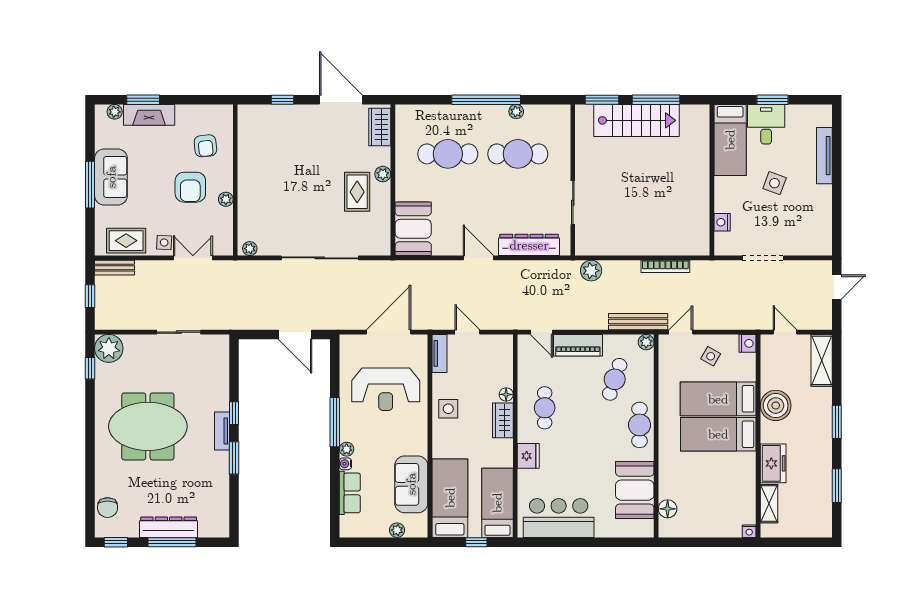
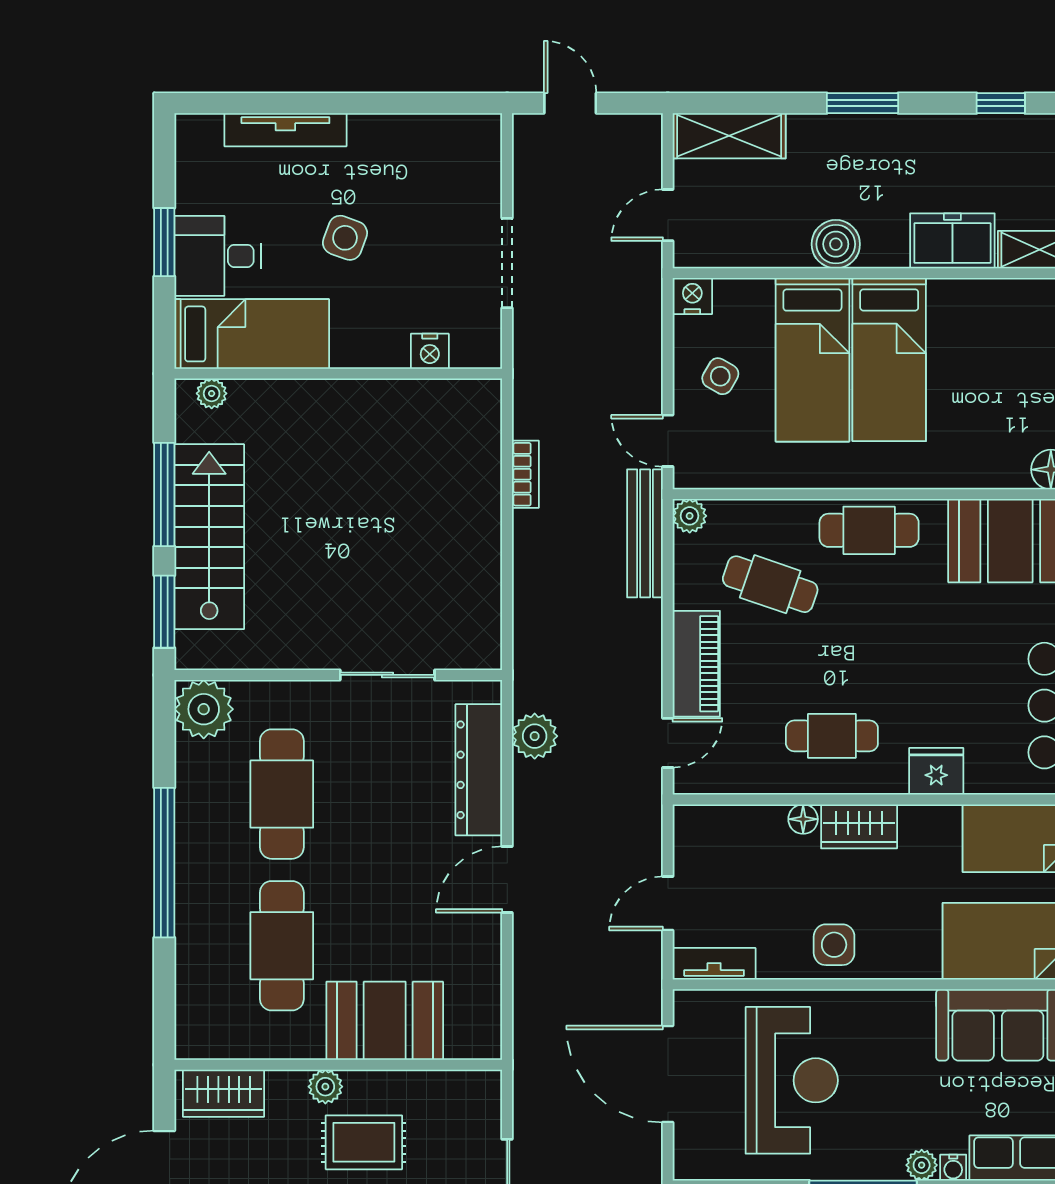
plant: (516, 112) -> (204, 709), moved, width x1.88, depth x1.88
plant: (703, 122) -> (212, 393), added
booth: (413, 229) -> (385, 1021), moved
bookcase: (665, 266) -> (525, 474), width x0.64
plant: (591, 271) -> (535, 736), moved
boiler: (776, 405) -> (836, 244), width x0.73, depth x0.73
window: (837, 486) -> (1001, 103), width x0.67

